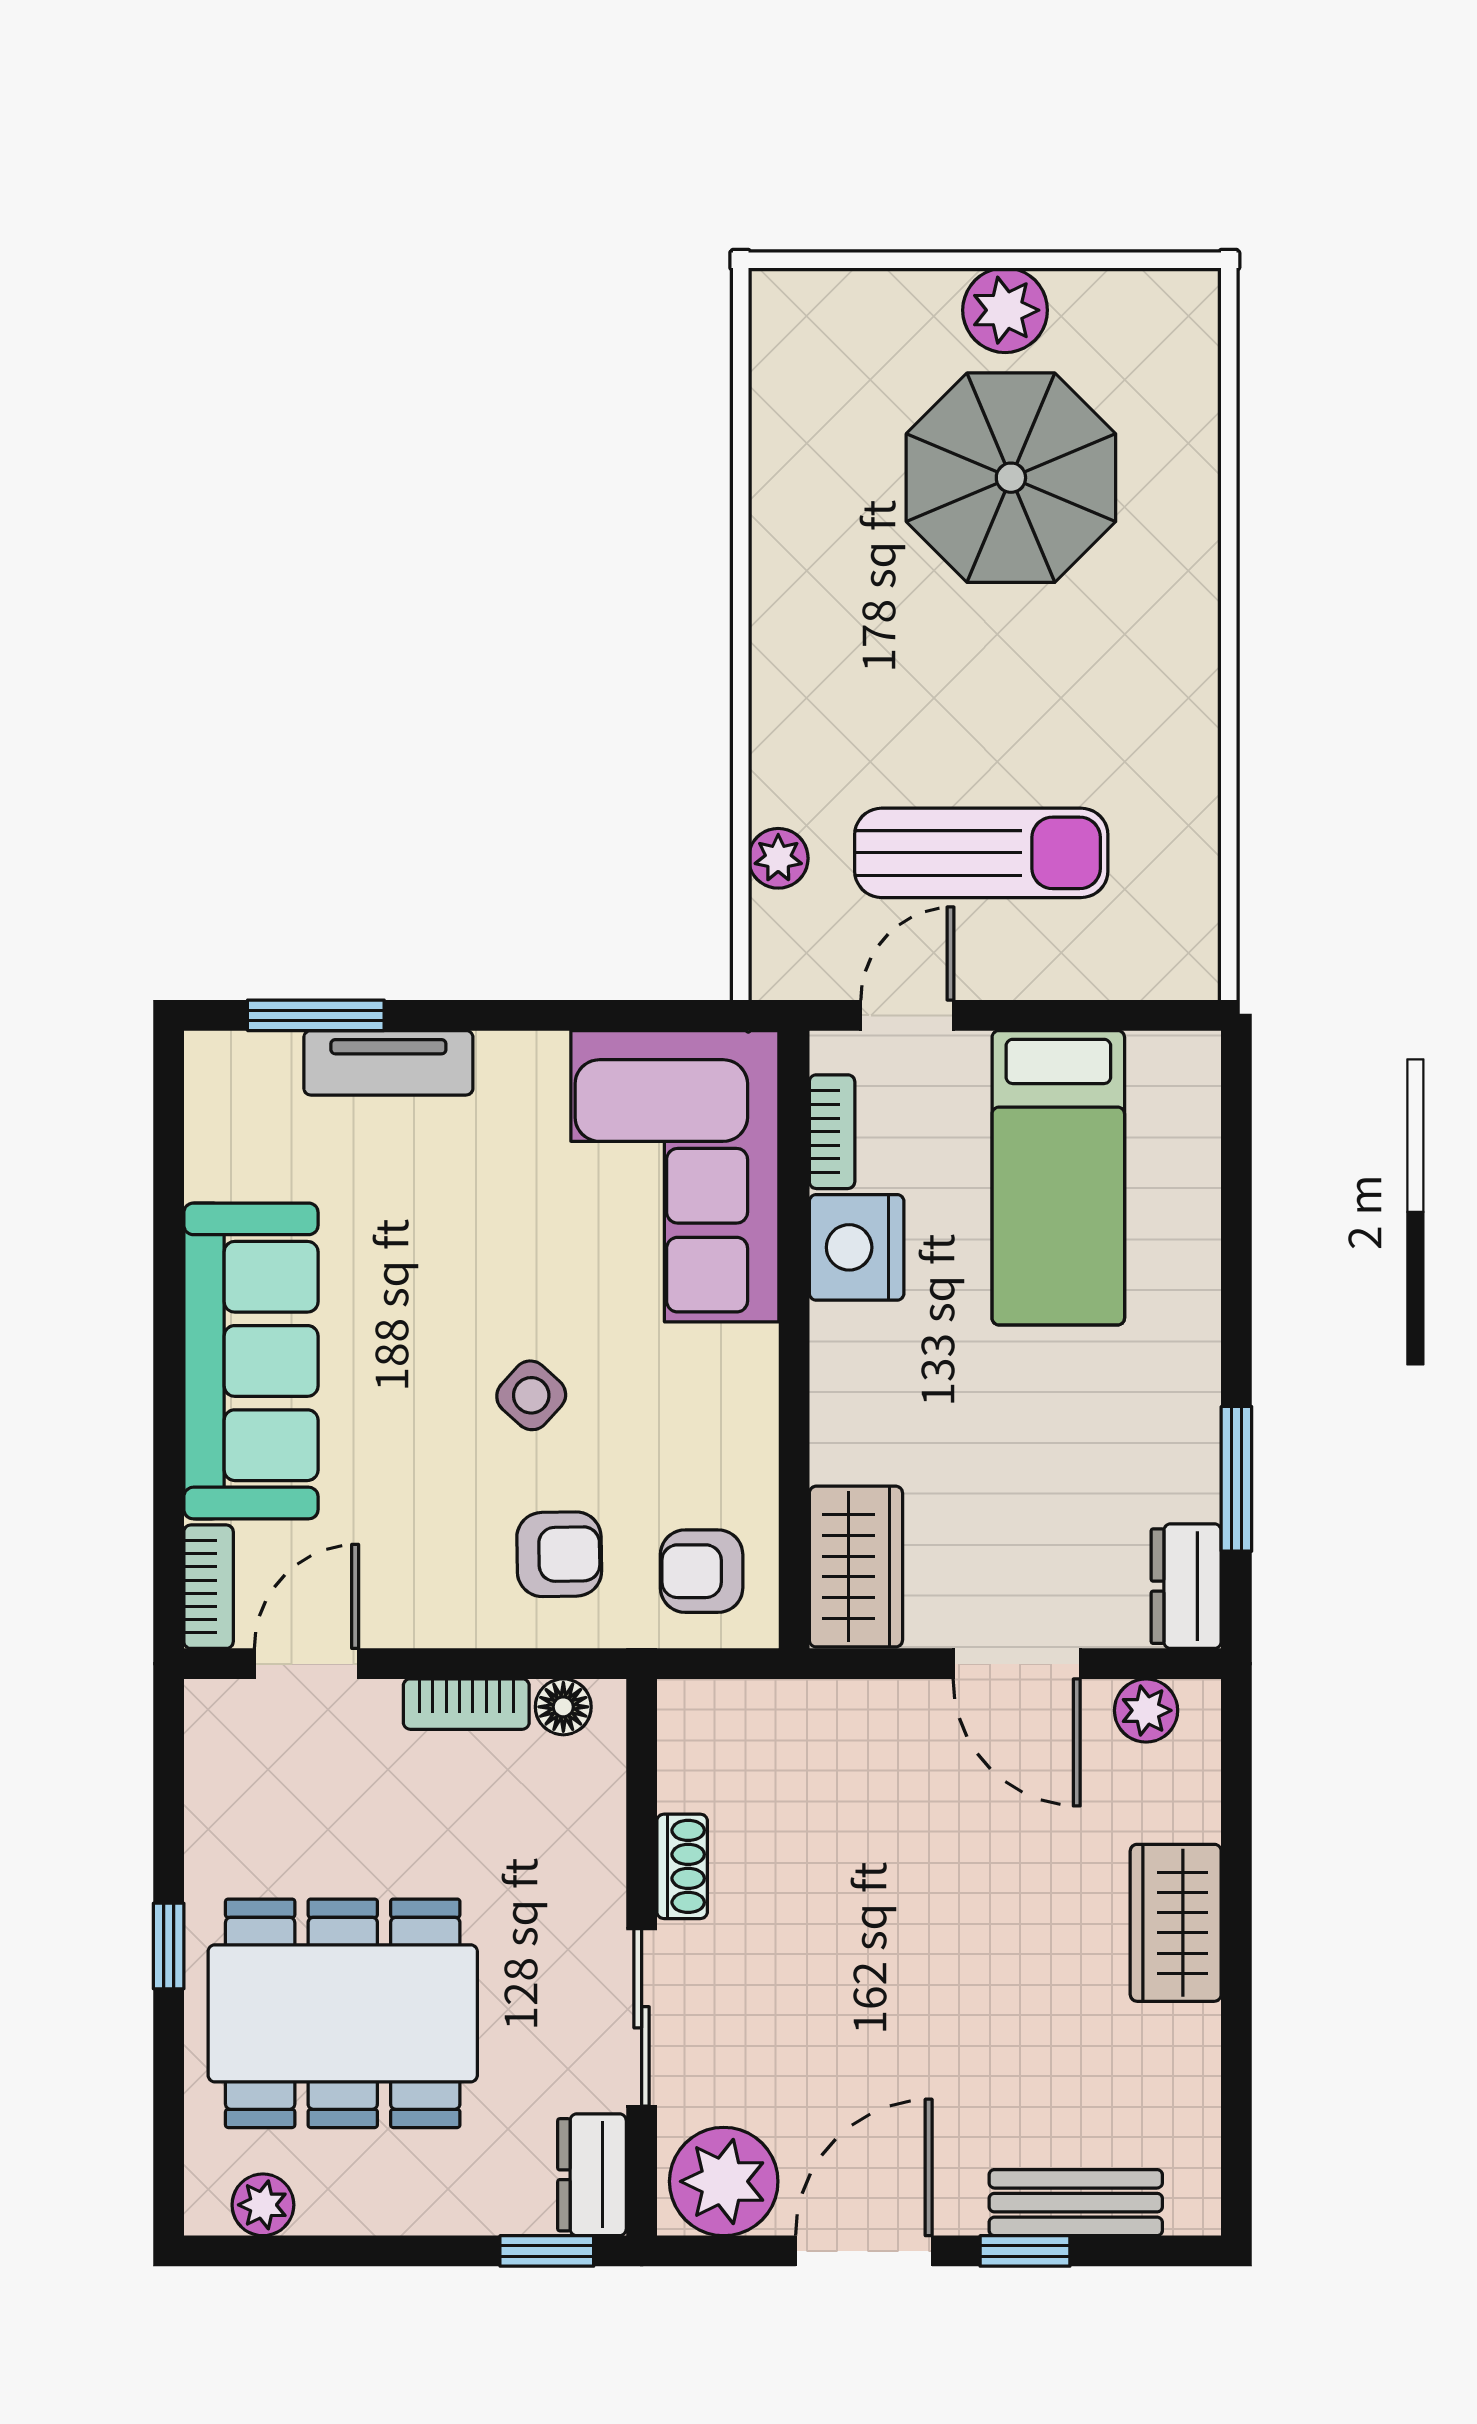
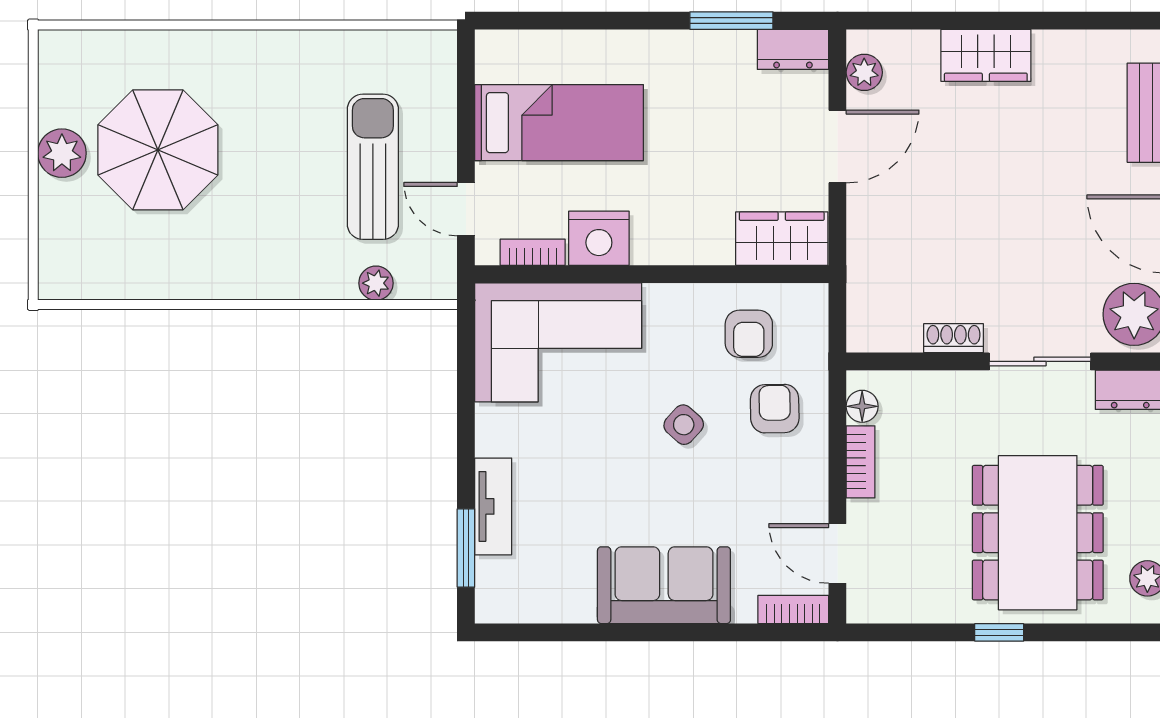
sofa: (251, 1361) -> (664, 585), width x0.73
armchair: (702, 1571) -> (749, 334), moved

